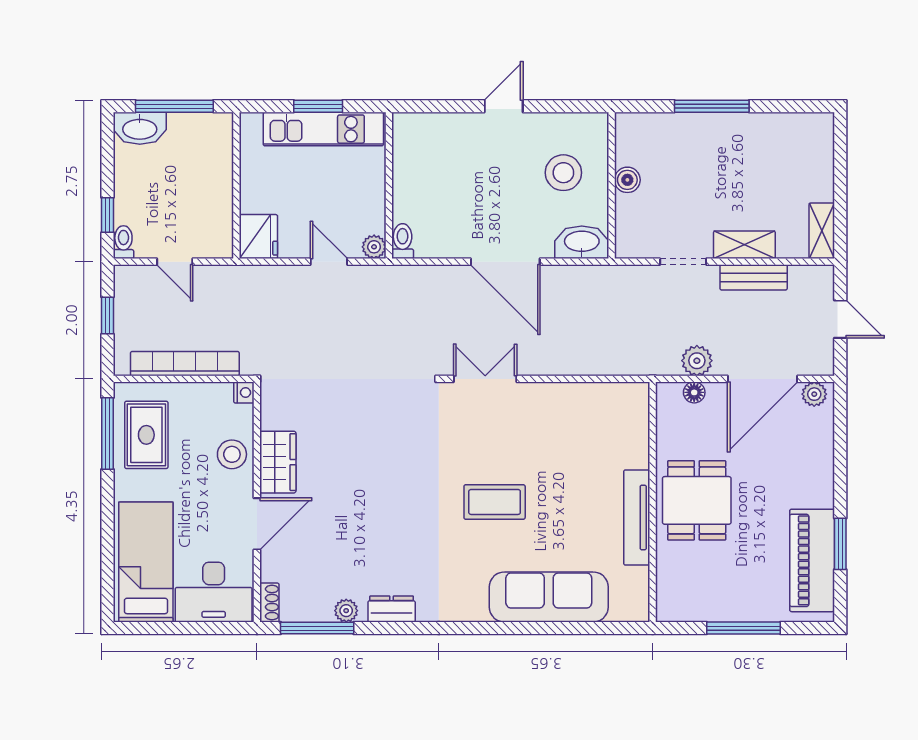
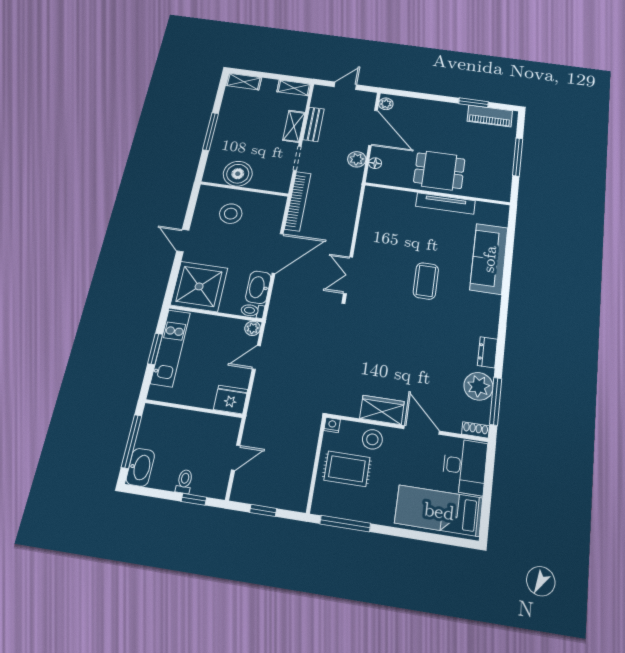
shelving: (821, 142) -> (244, 82), added
shower: (430, 150) -> (199, 286), added
boiler: (627, 180) -> (238, 174), width x1.86, depth x1.86
toilet: (123, 242) -> (184, 481), moved, turned 90
washbasin: (582, 242) -> (258, 287), moved
bookcase: (185, 364) -> (298, 201), moved, turned 180
rug: (146, 435) -> (347, 469), moved
piano: (812, 560) -> (490, 116), width x0.73, depth x0.75
plant: (346, 611) -> (478, 386), width x1.87, depth x1.87

